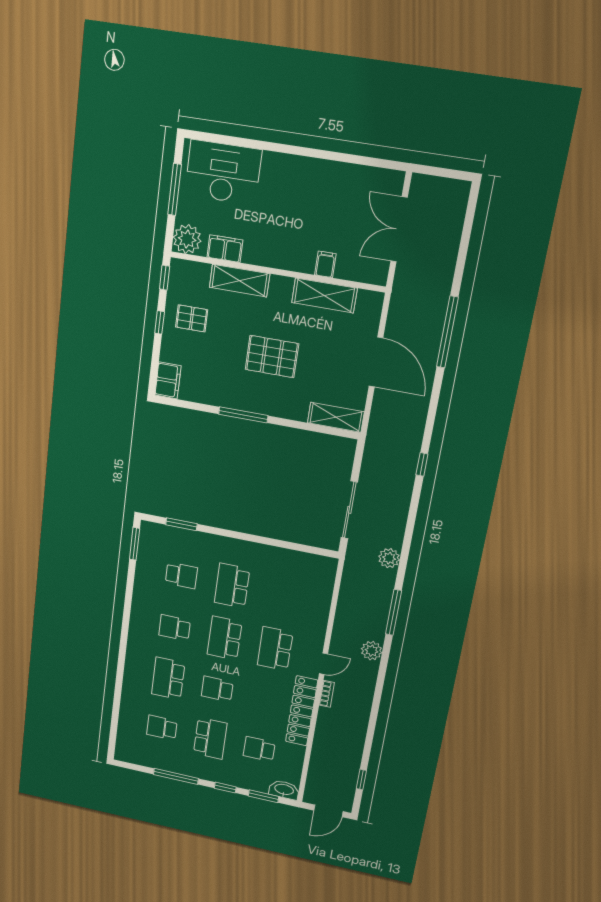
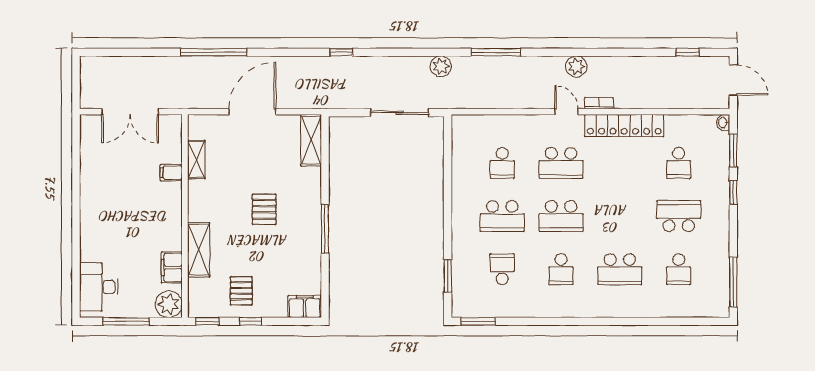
desk: (223, 172) -> (99, 287), width x0.73, depth x0.77
shelving: (324, 295) -> (196, 159), width x0.67, depth x0.75
pallet: (272, 357) -> (264, 209), width x0.67, depth x0.71
plant: (372, 651) -> (576, 66), moved
school desk: (217, 689) -> (502, 163), moved
window: (176, 776) -> (733, 282), moved
washbasin: (284, 790) -> (723, 123), width x0.52, depth x0.69

